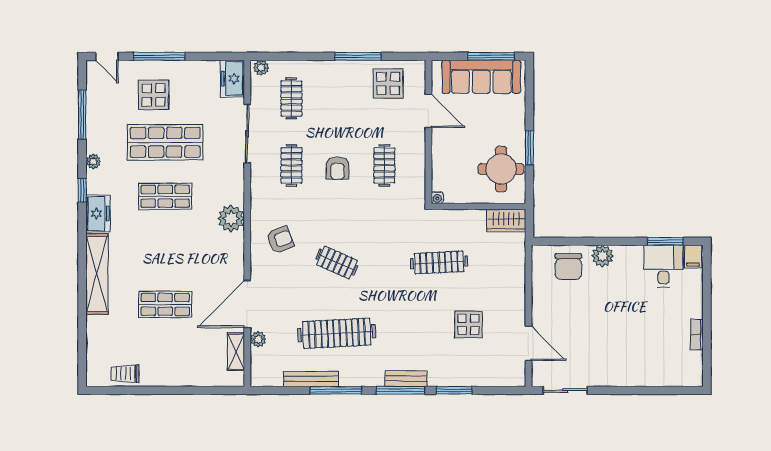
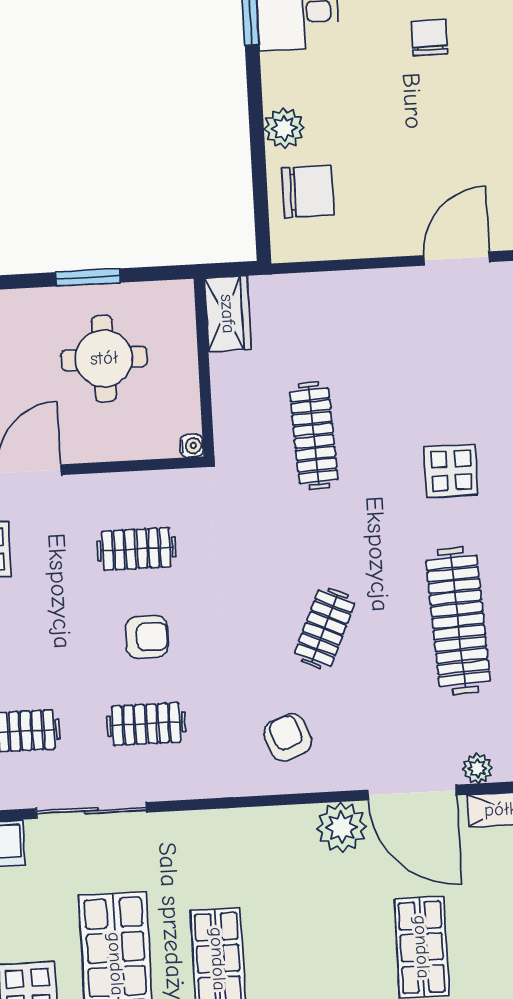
round table: (501, 169) -> (104, 358), moved
plant: (231, 218) -> (342, 827), moved
display table: (468, 324) -> (451, 471), moved
chair: (646, 335) -> (429, 38), added

